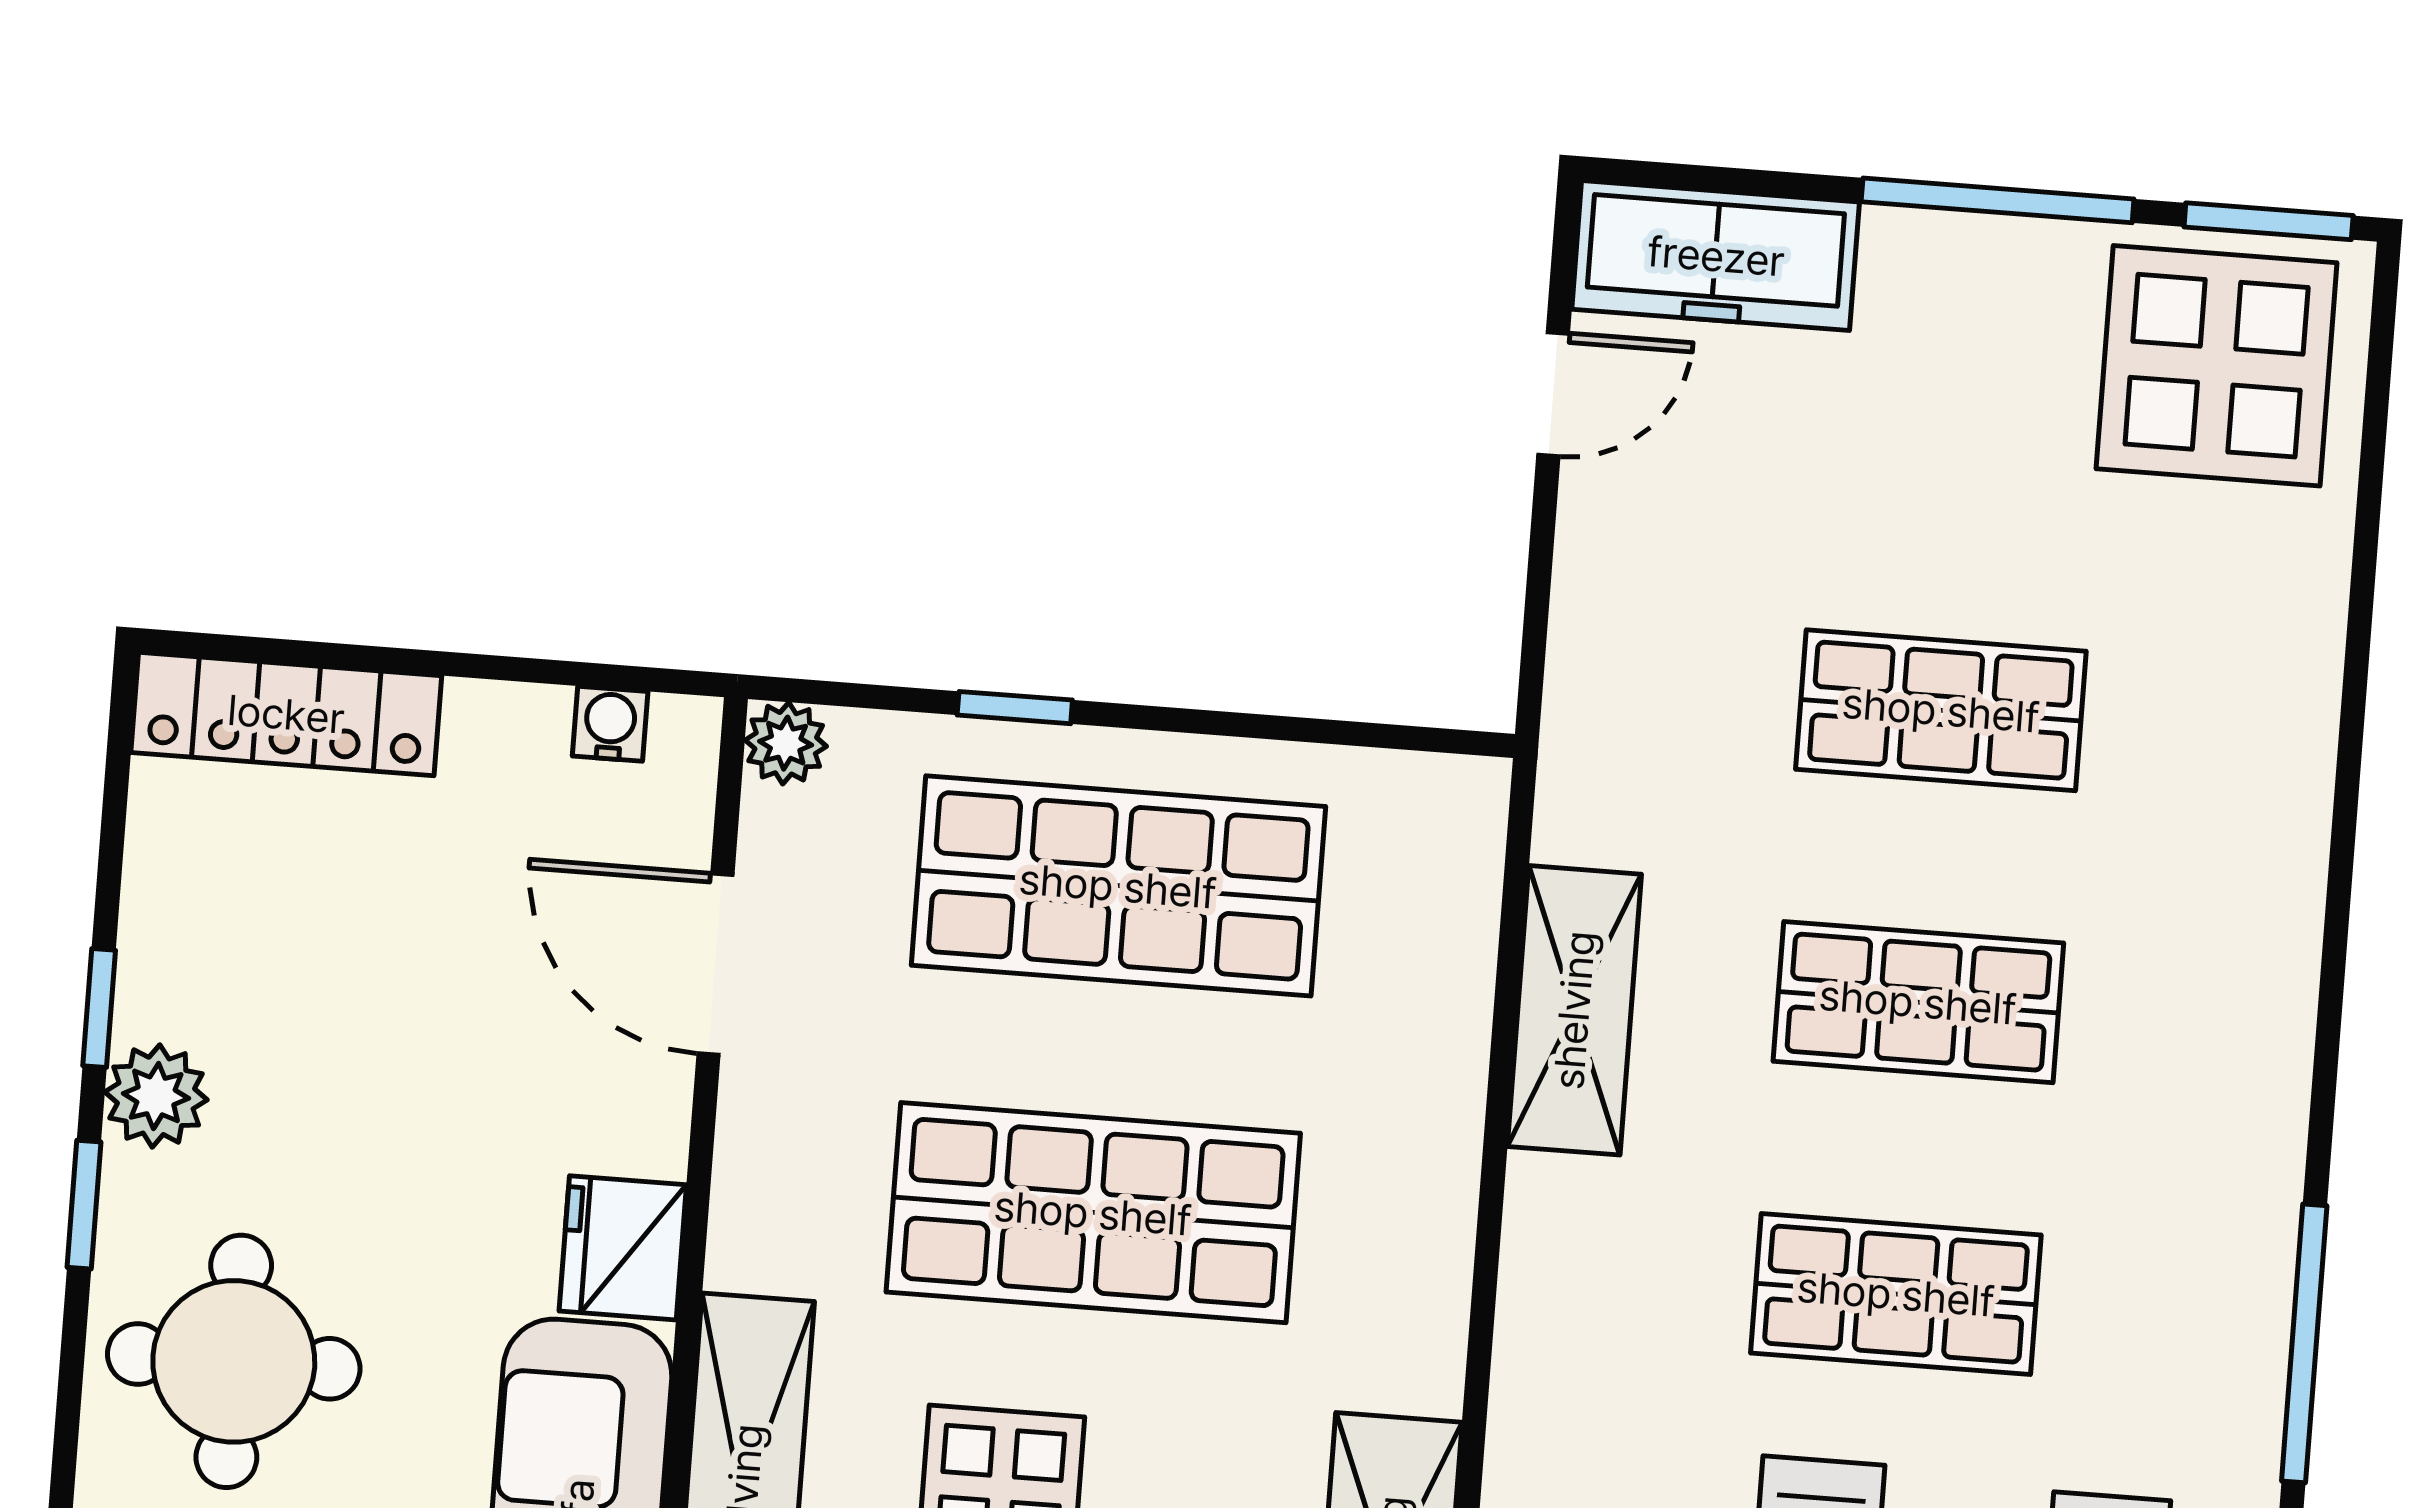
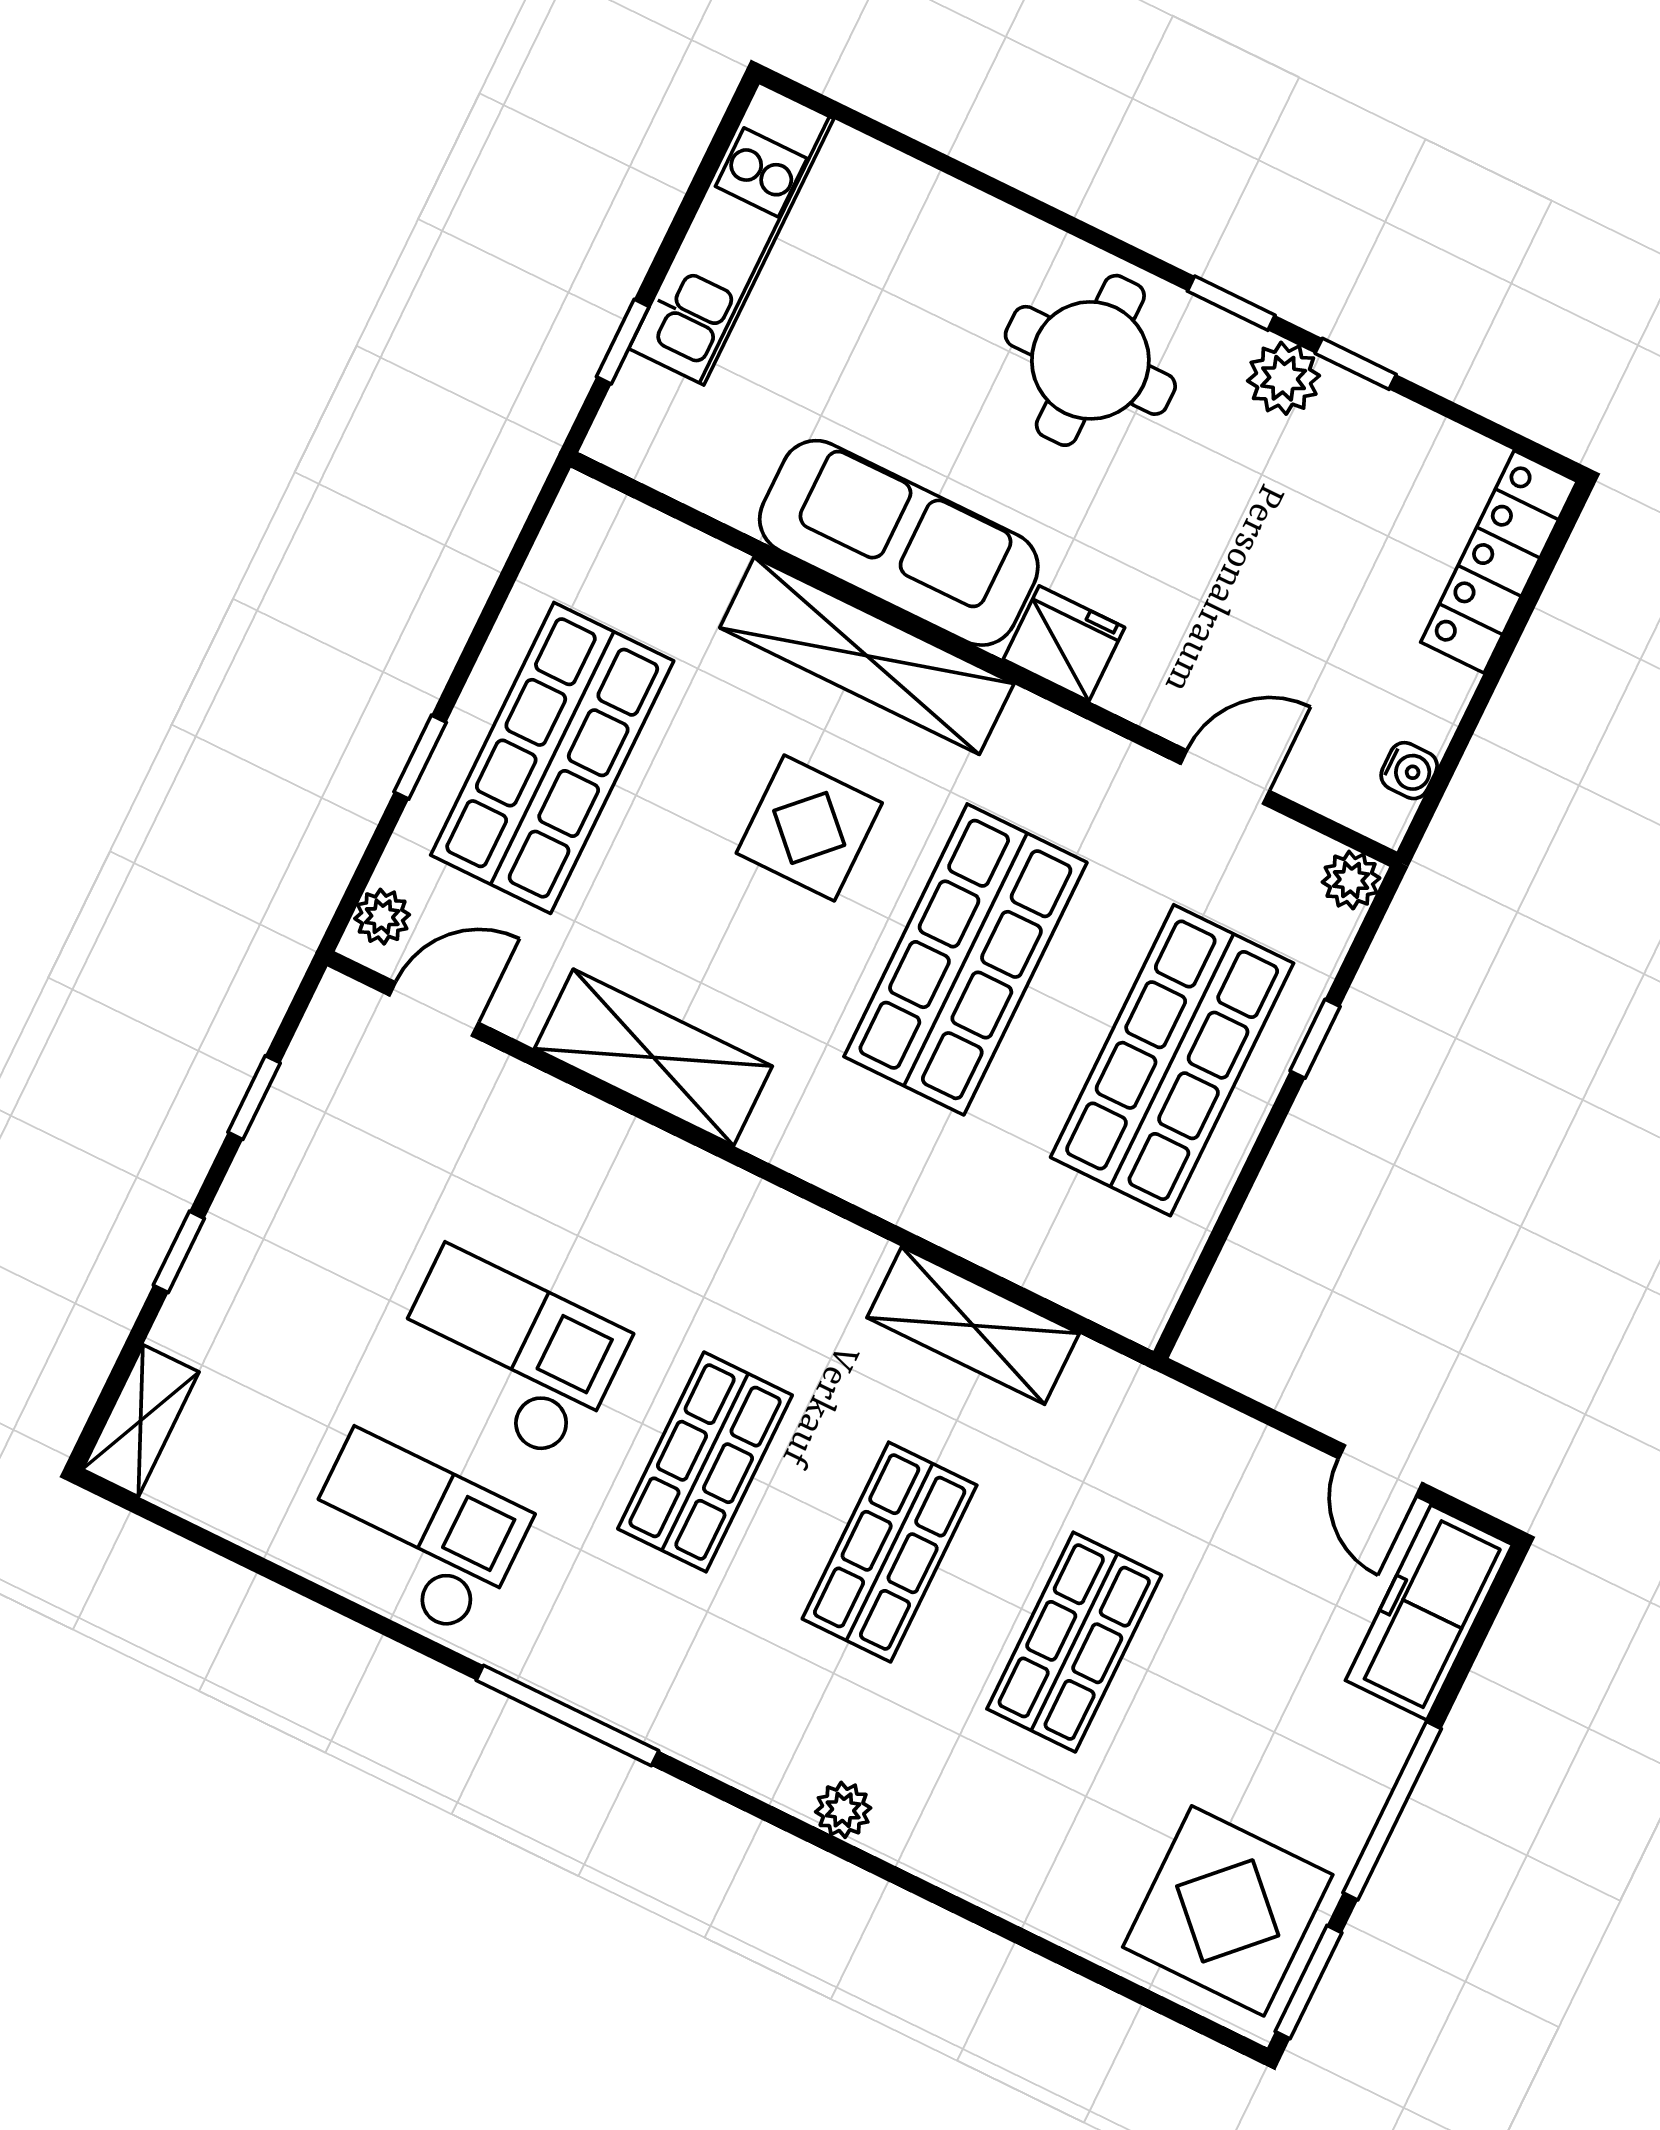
plant: (2285, 928) -> (843, 1810), added
door: (715, 964) -> (1225, 777), width x0.73

